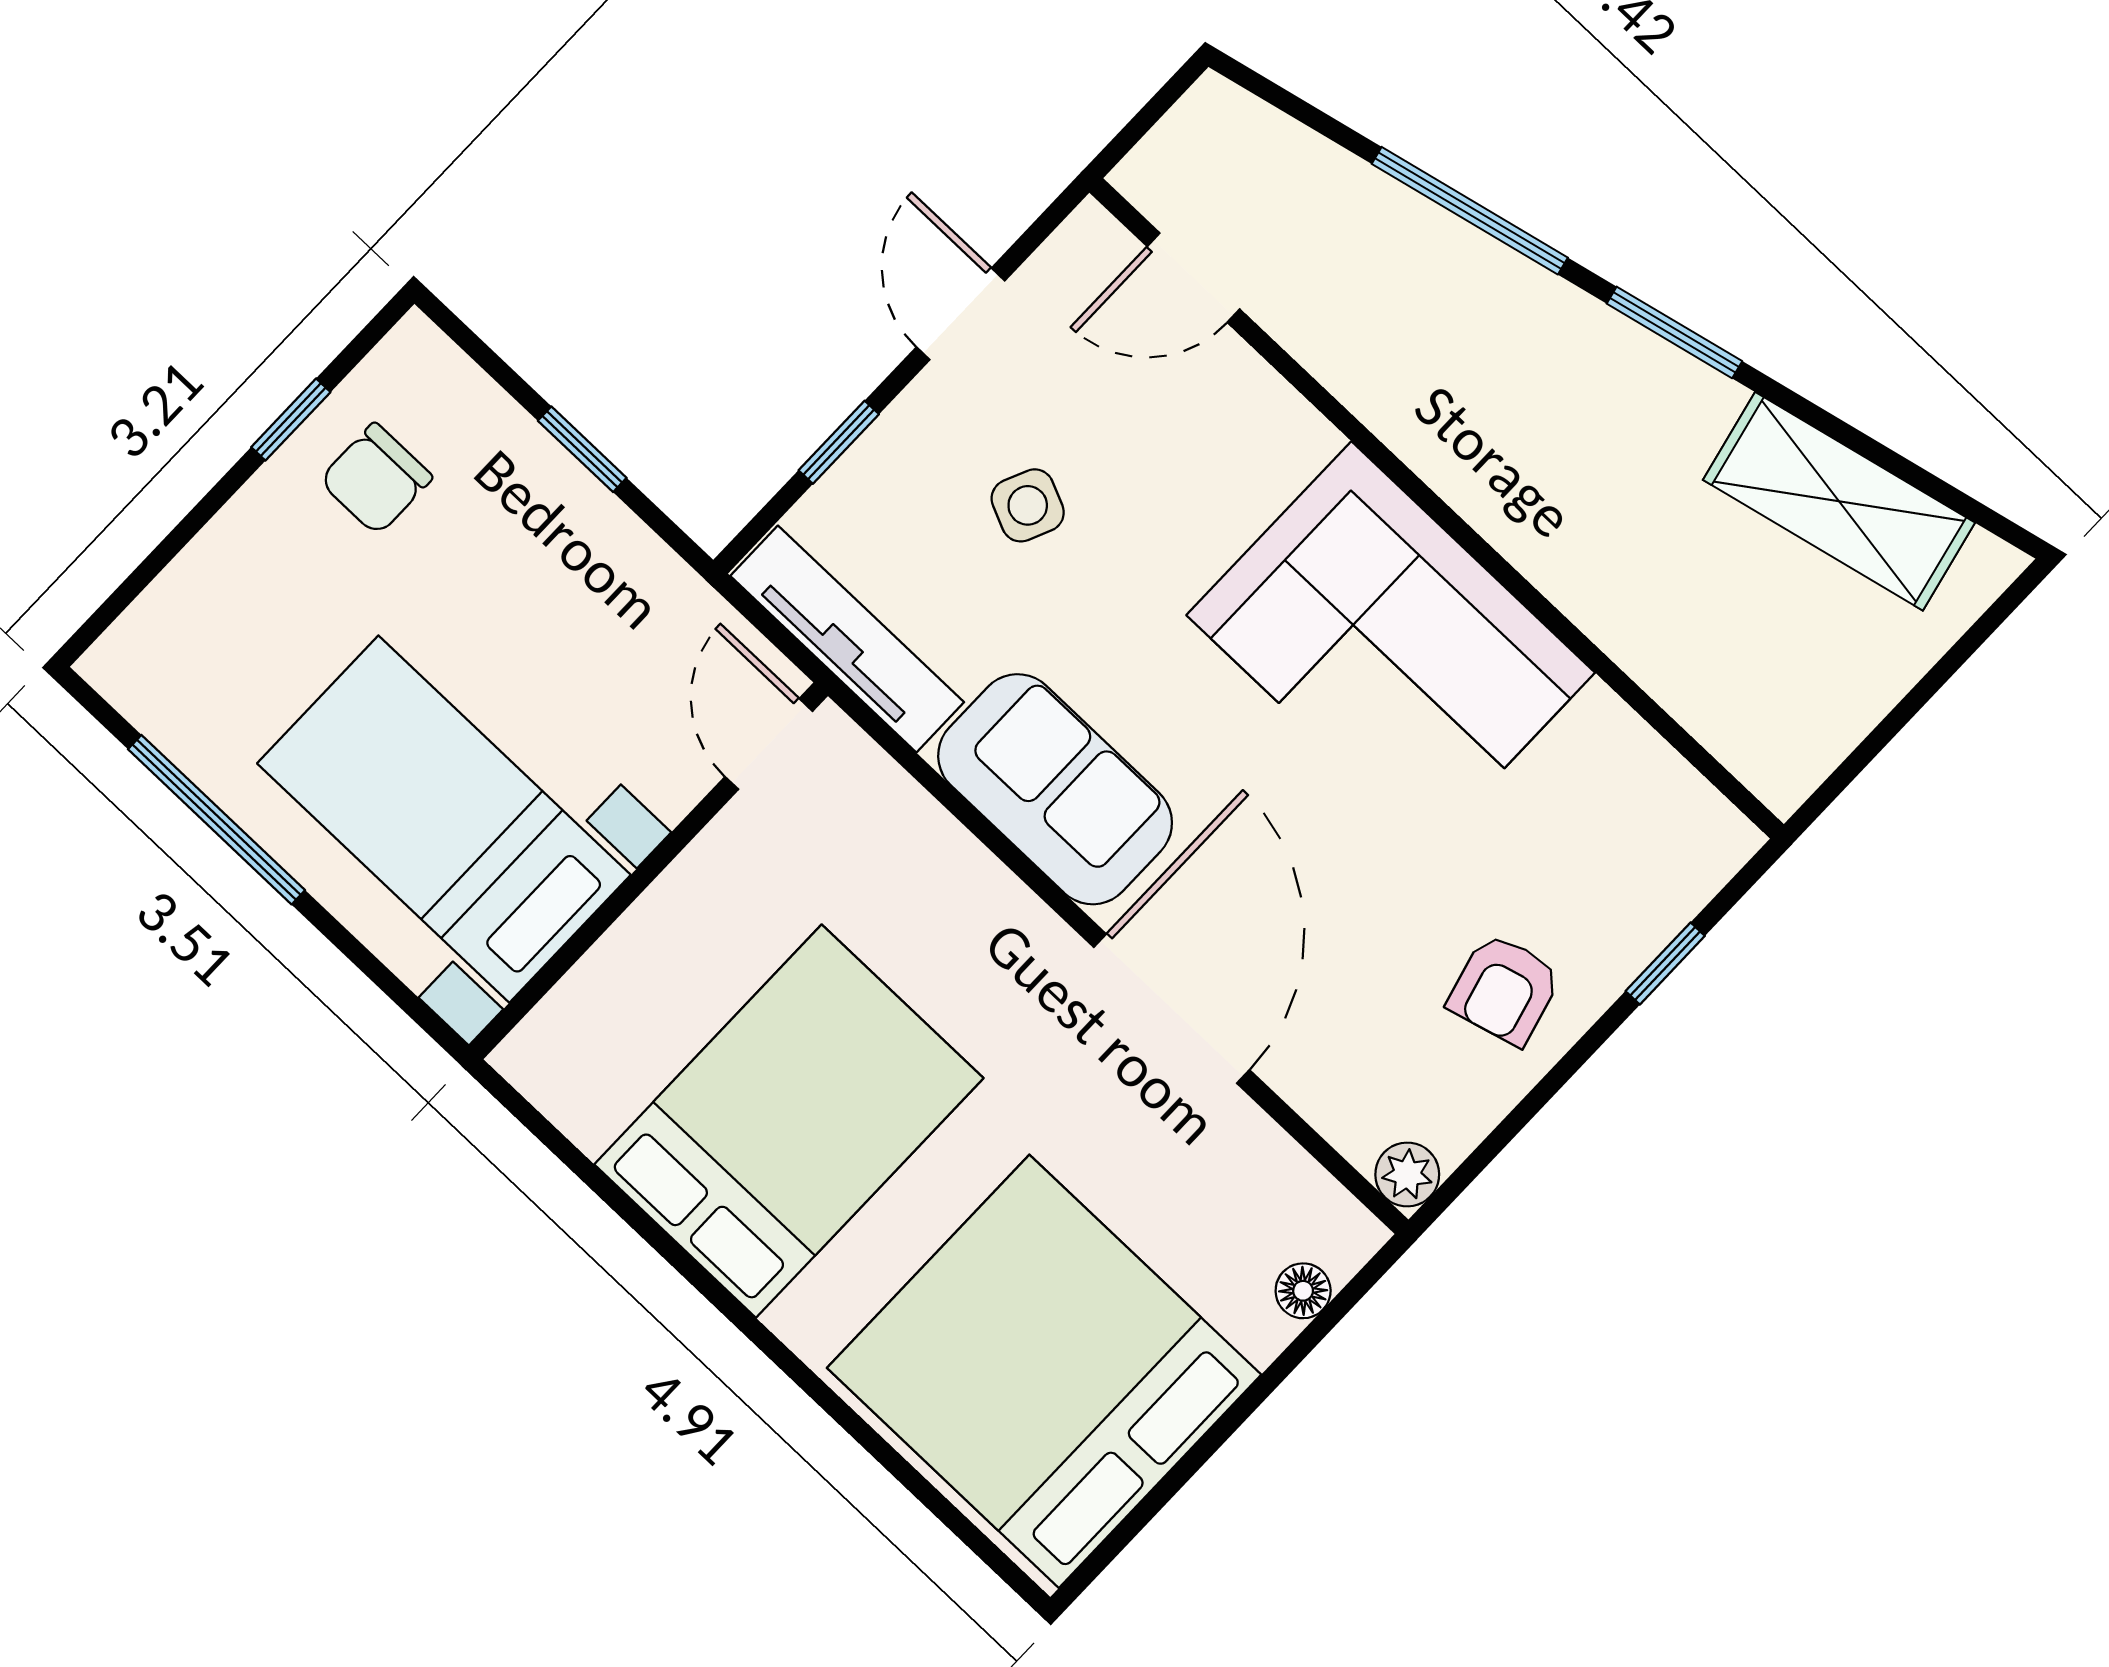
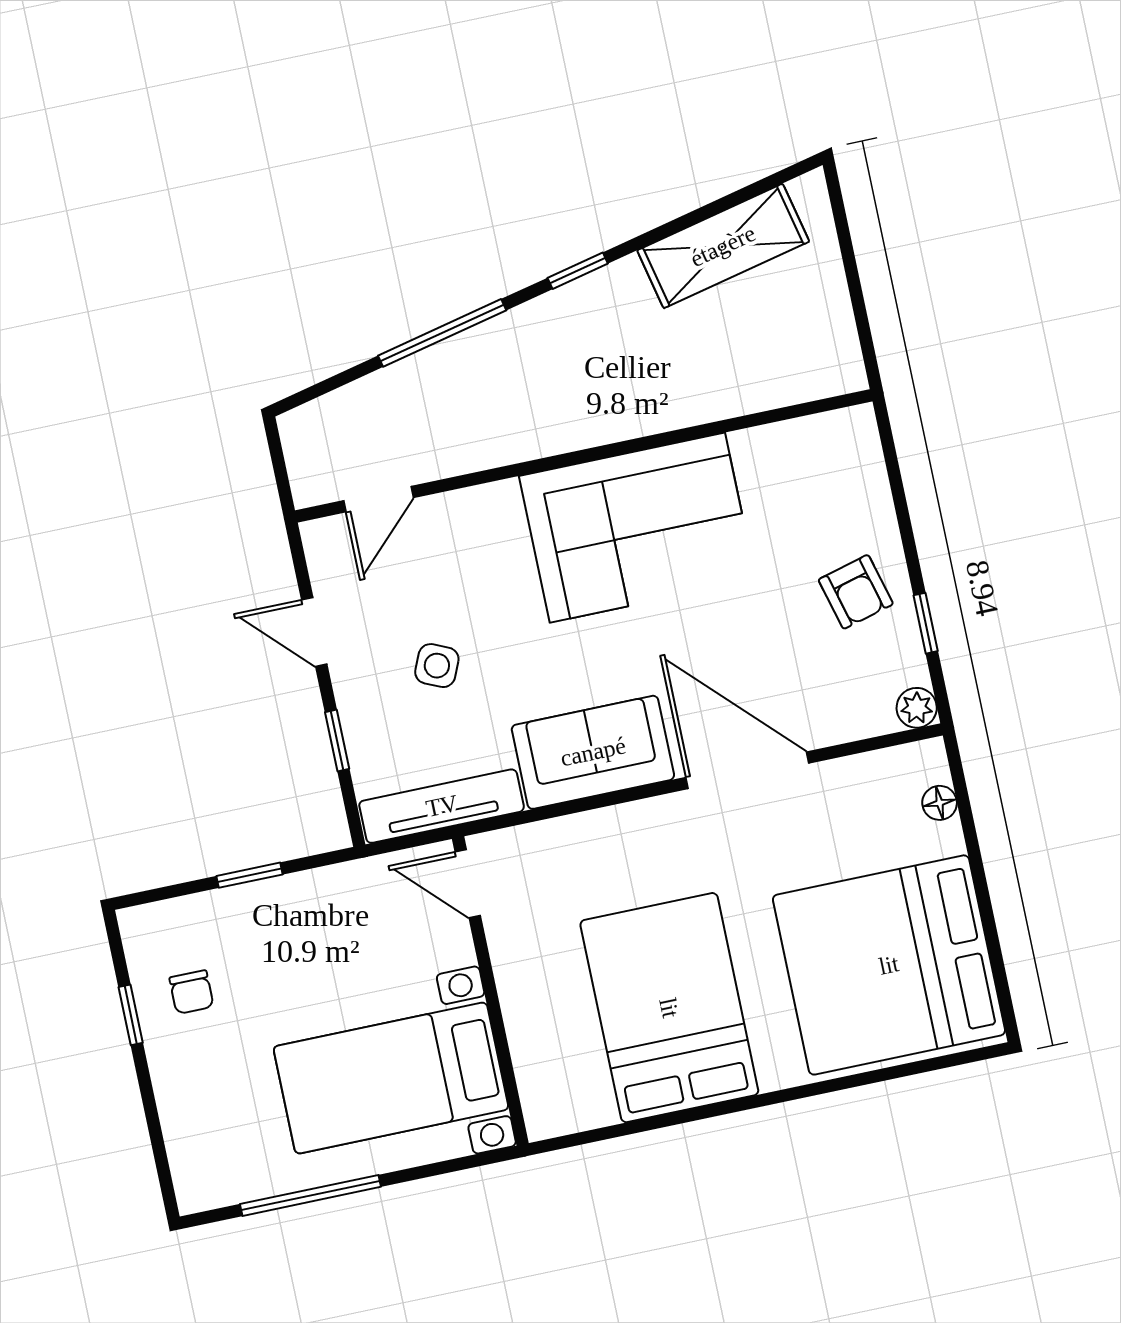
window: (1674, 332) -> (578, 271), width x0.67
chair: (376, 479) -> (191, 992), width x0.73, depth x0.73
window: (1665, 963) -> (926, 623), moved

